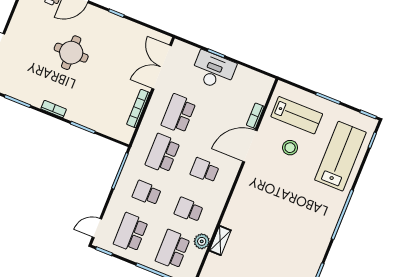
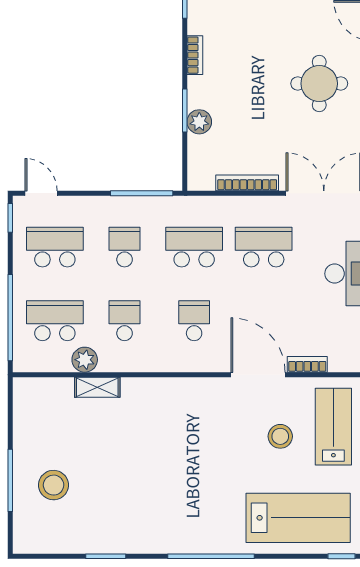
round table: (71, 53) -> (319, 84), moved
lab bench: (297, 115) -> (333, 427), turned 180
plant: (93, 122) -> (199, 122), added

